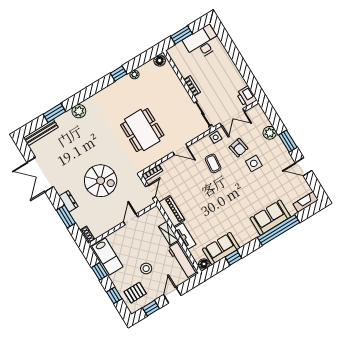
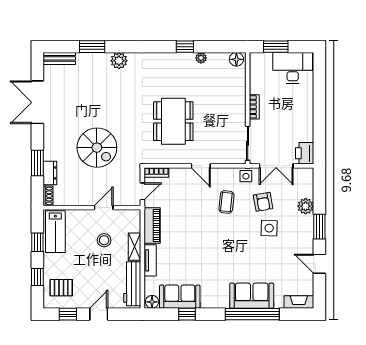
bench: (41, 133) -> (59, 58), width x0.73
dresser: (68, 201) -> (50, 173), moved
stool: (146, 269) -> (104, 240), moved

